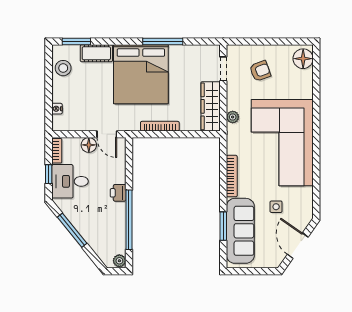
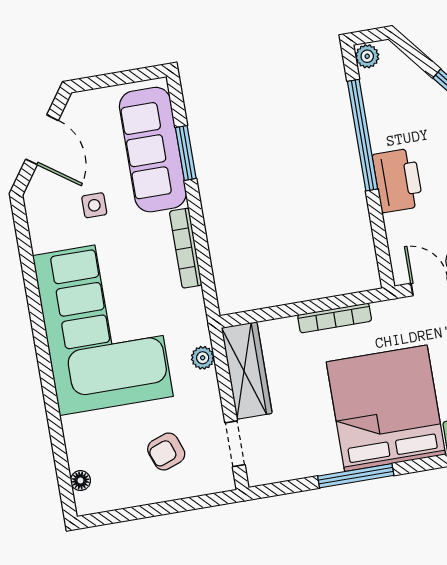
floor lamp: (303, 59) -> (80, 481), width x0.53, depth x0.53
printer: (118, 193) -> (398, 180), width x1.87, depth x1.48

